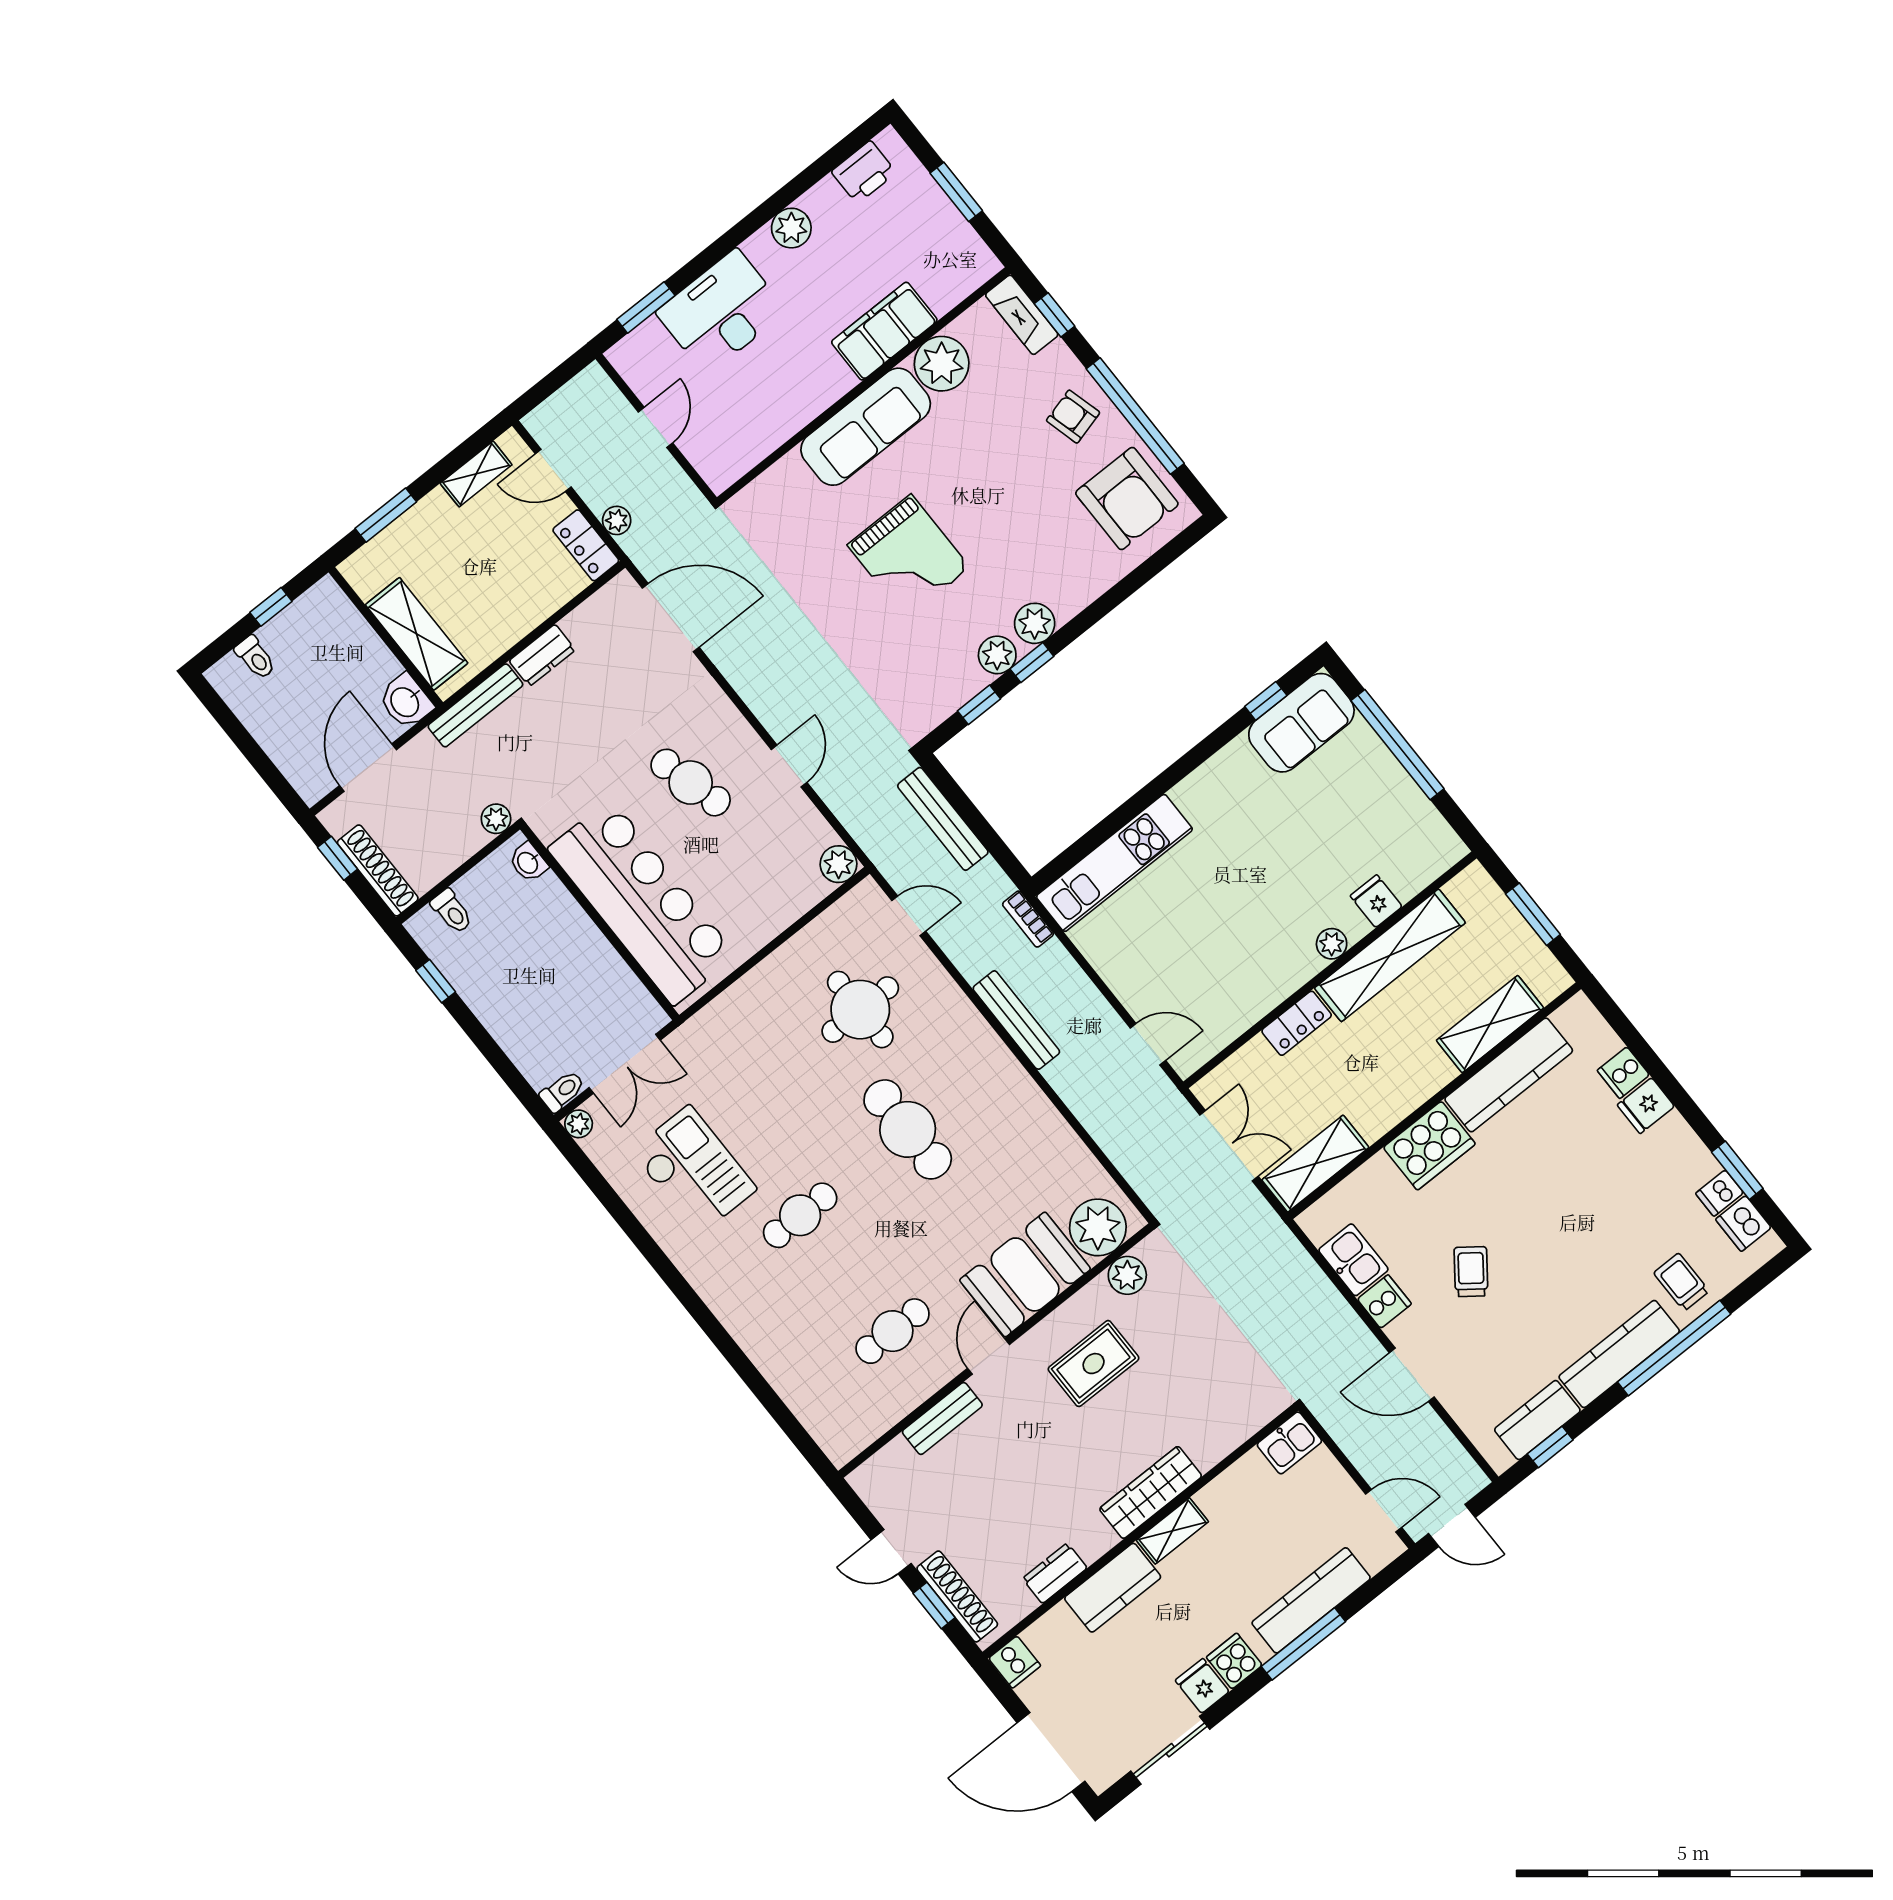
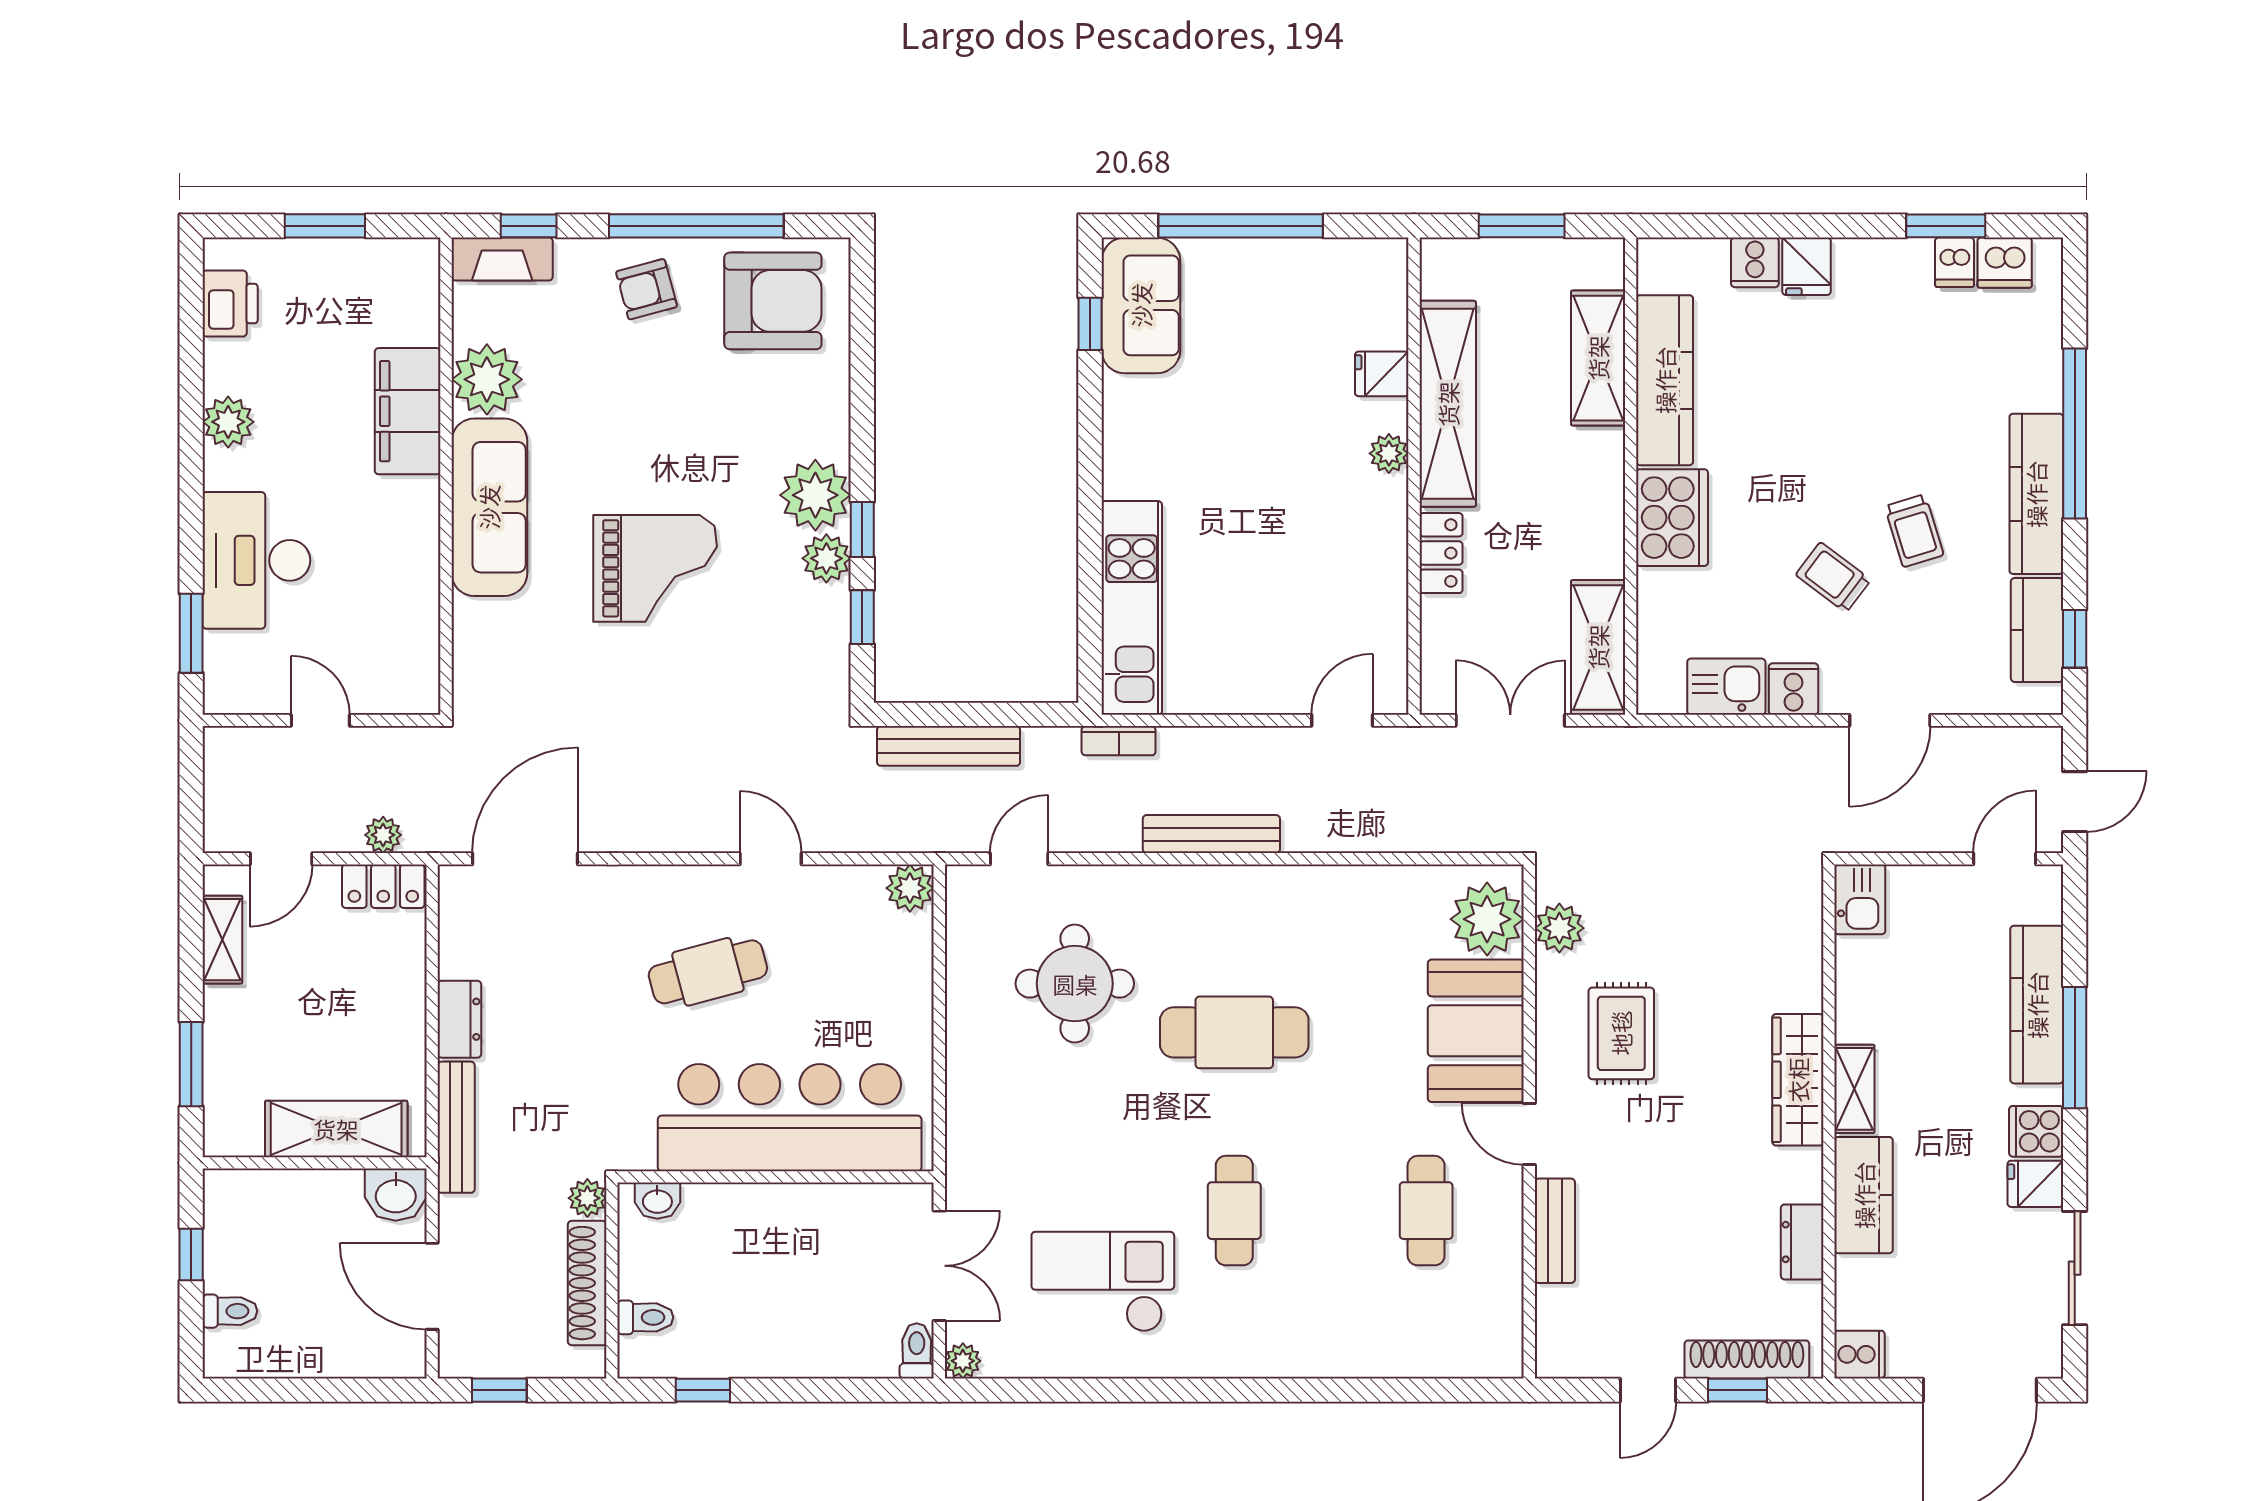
plant: (1035, 623) -> (815, 495), width x1.36, depth x1.36
shoe rack: (378, 870) -> (587, 1283), moved, turned -90
trolley: (1681, 1282) -> (1914, 531), moved, turned -107

